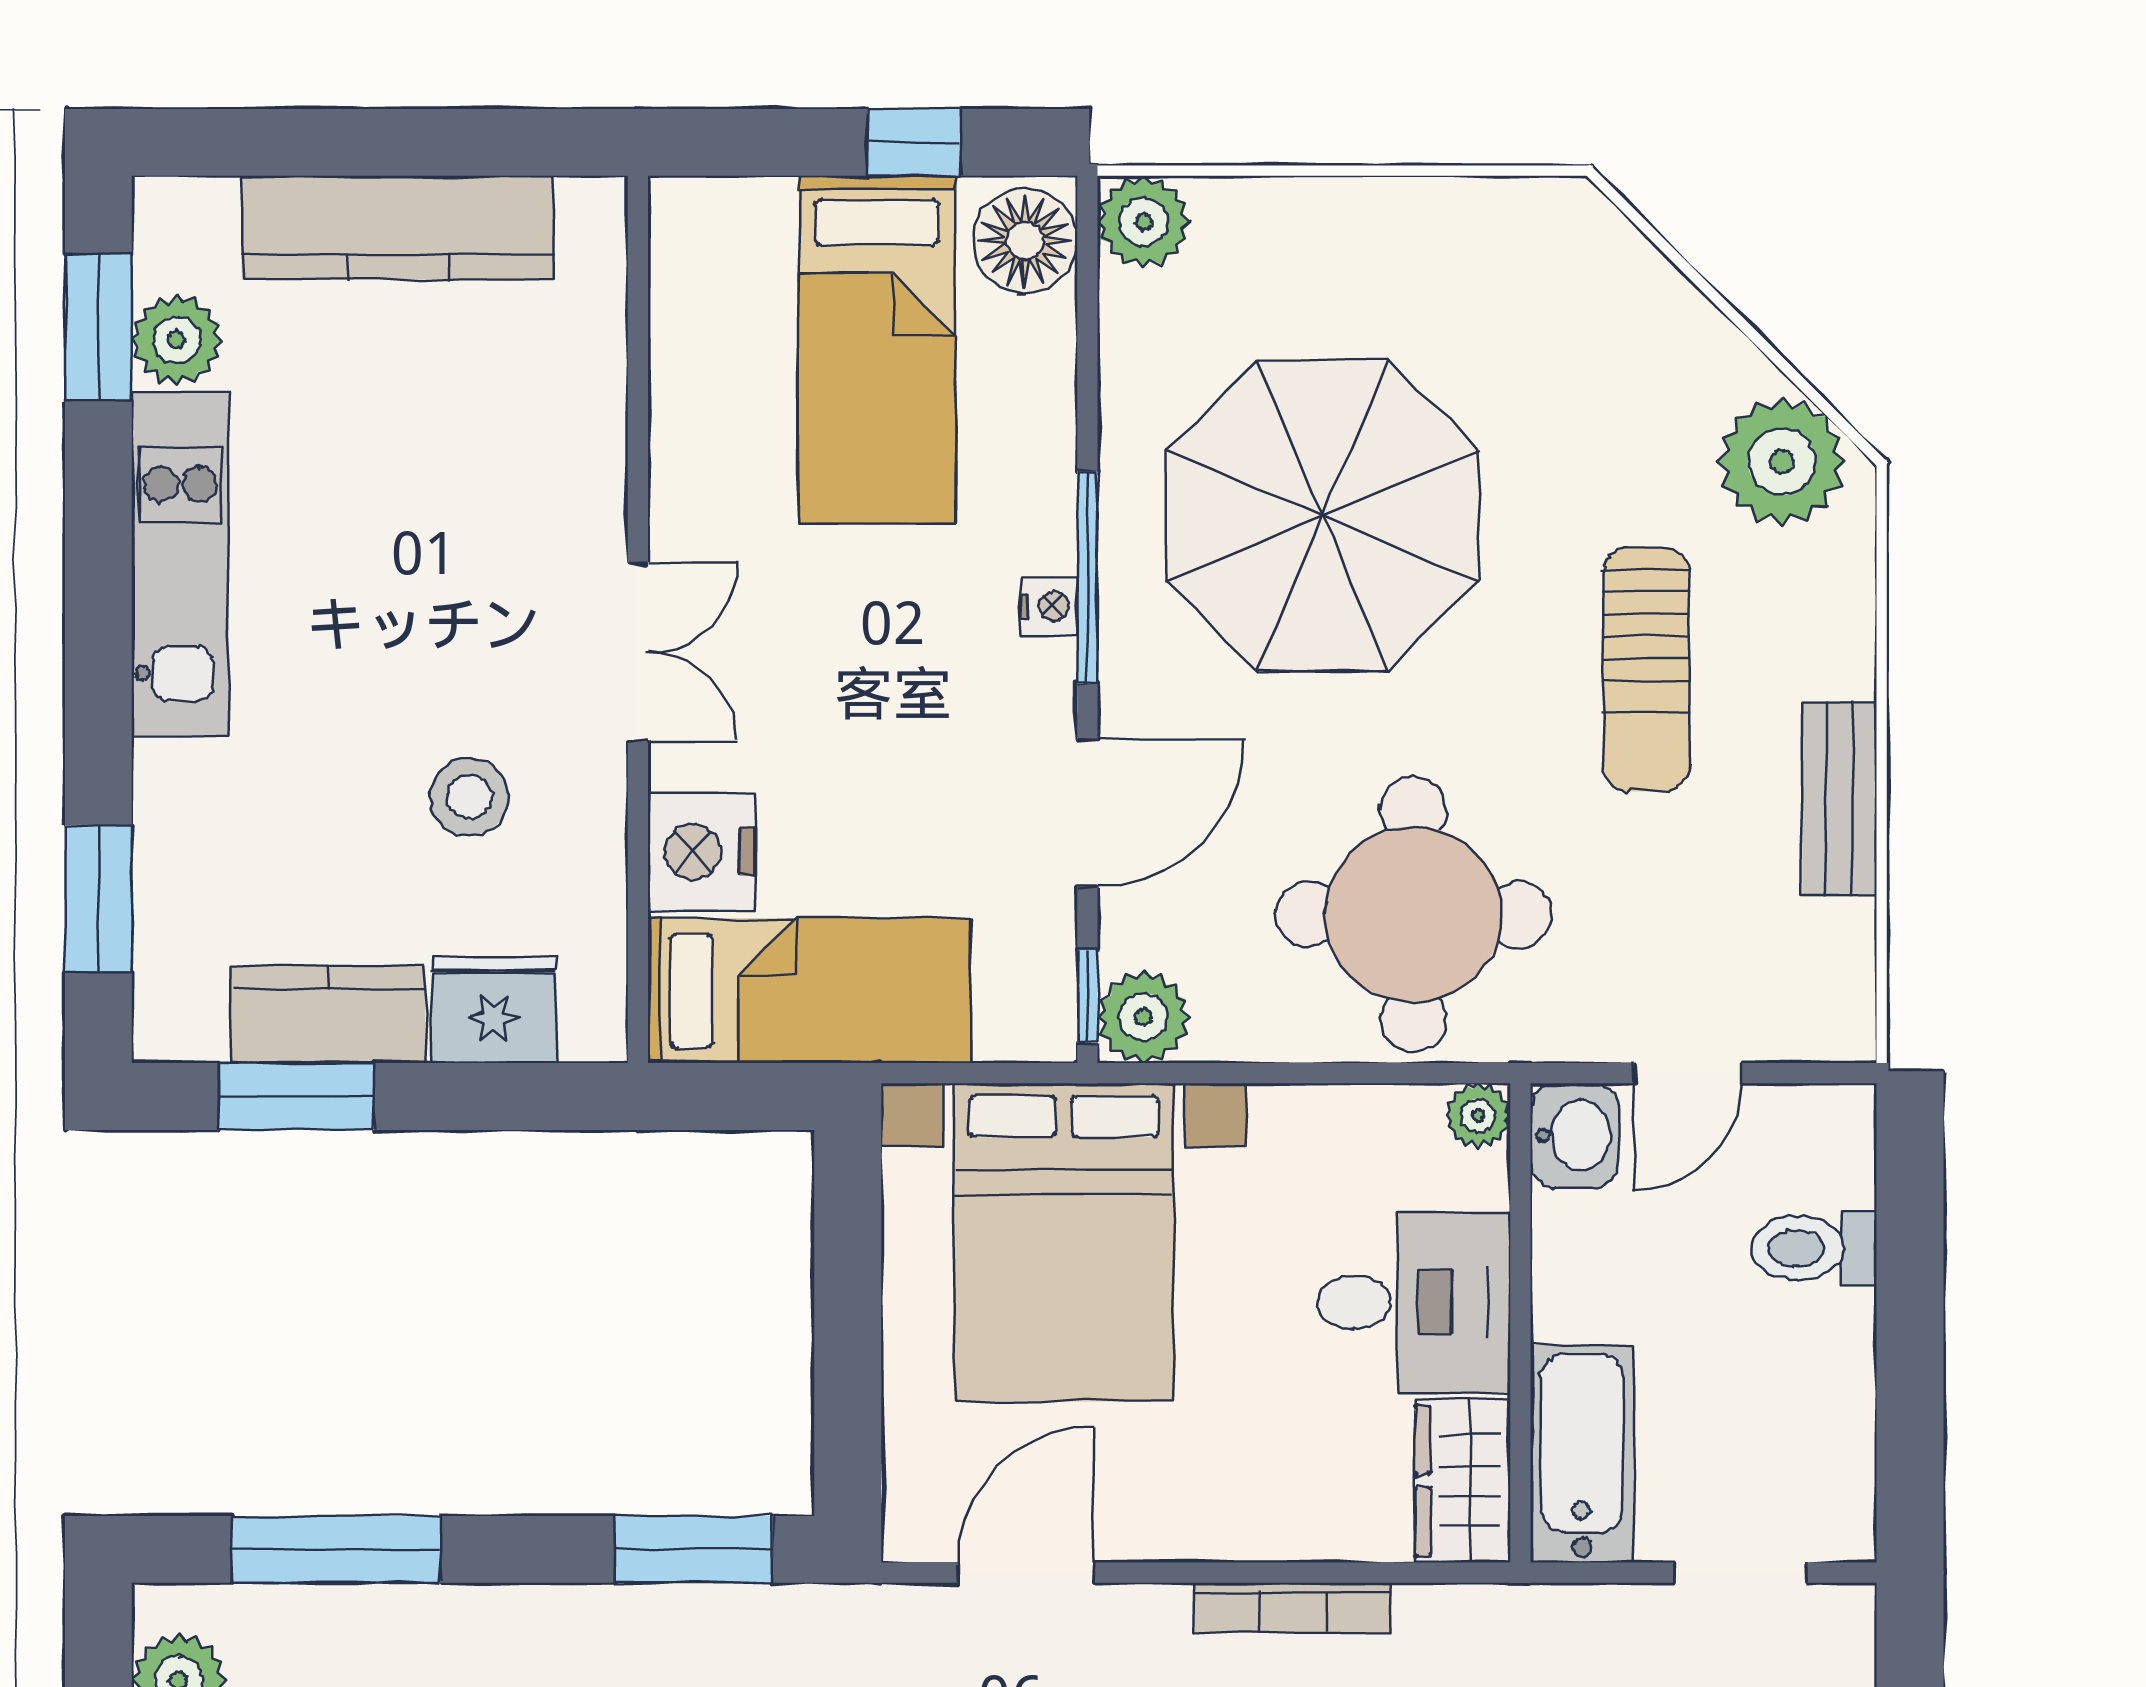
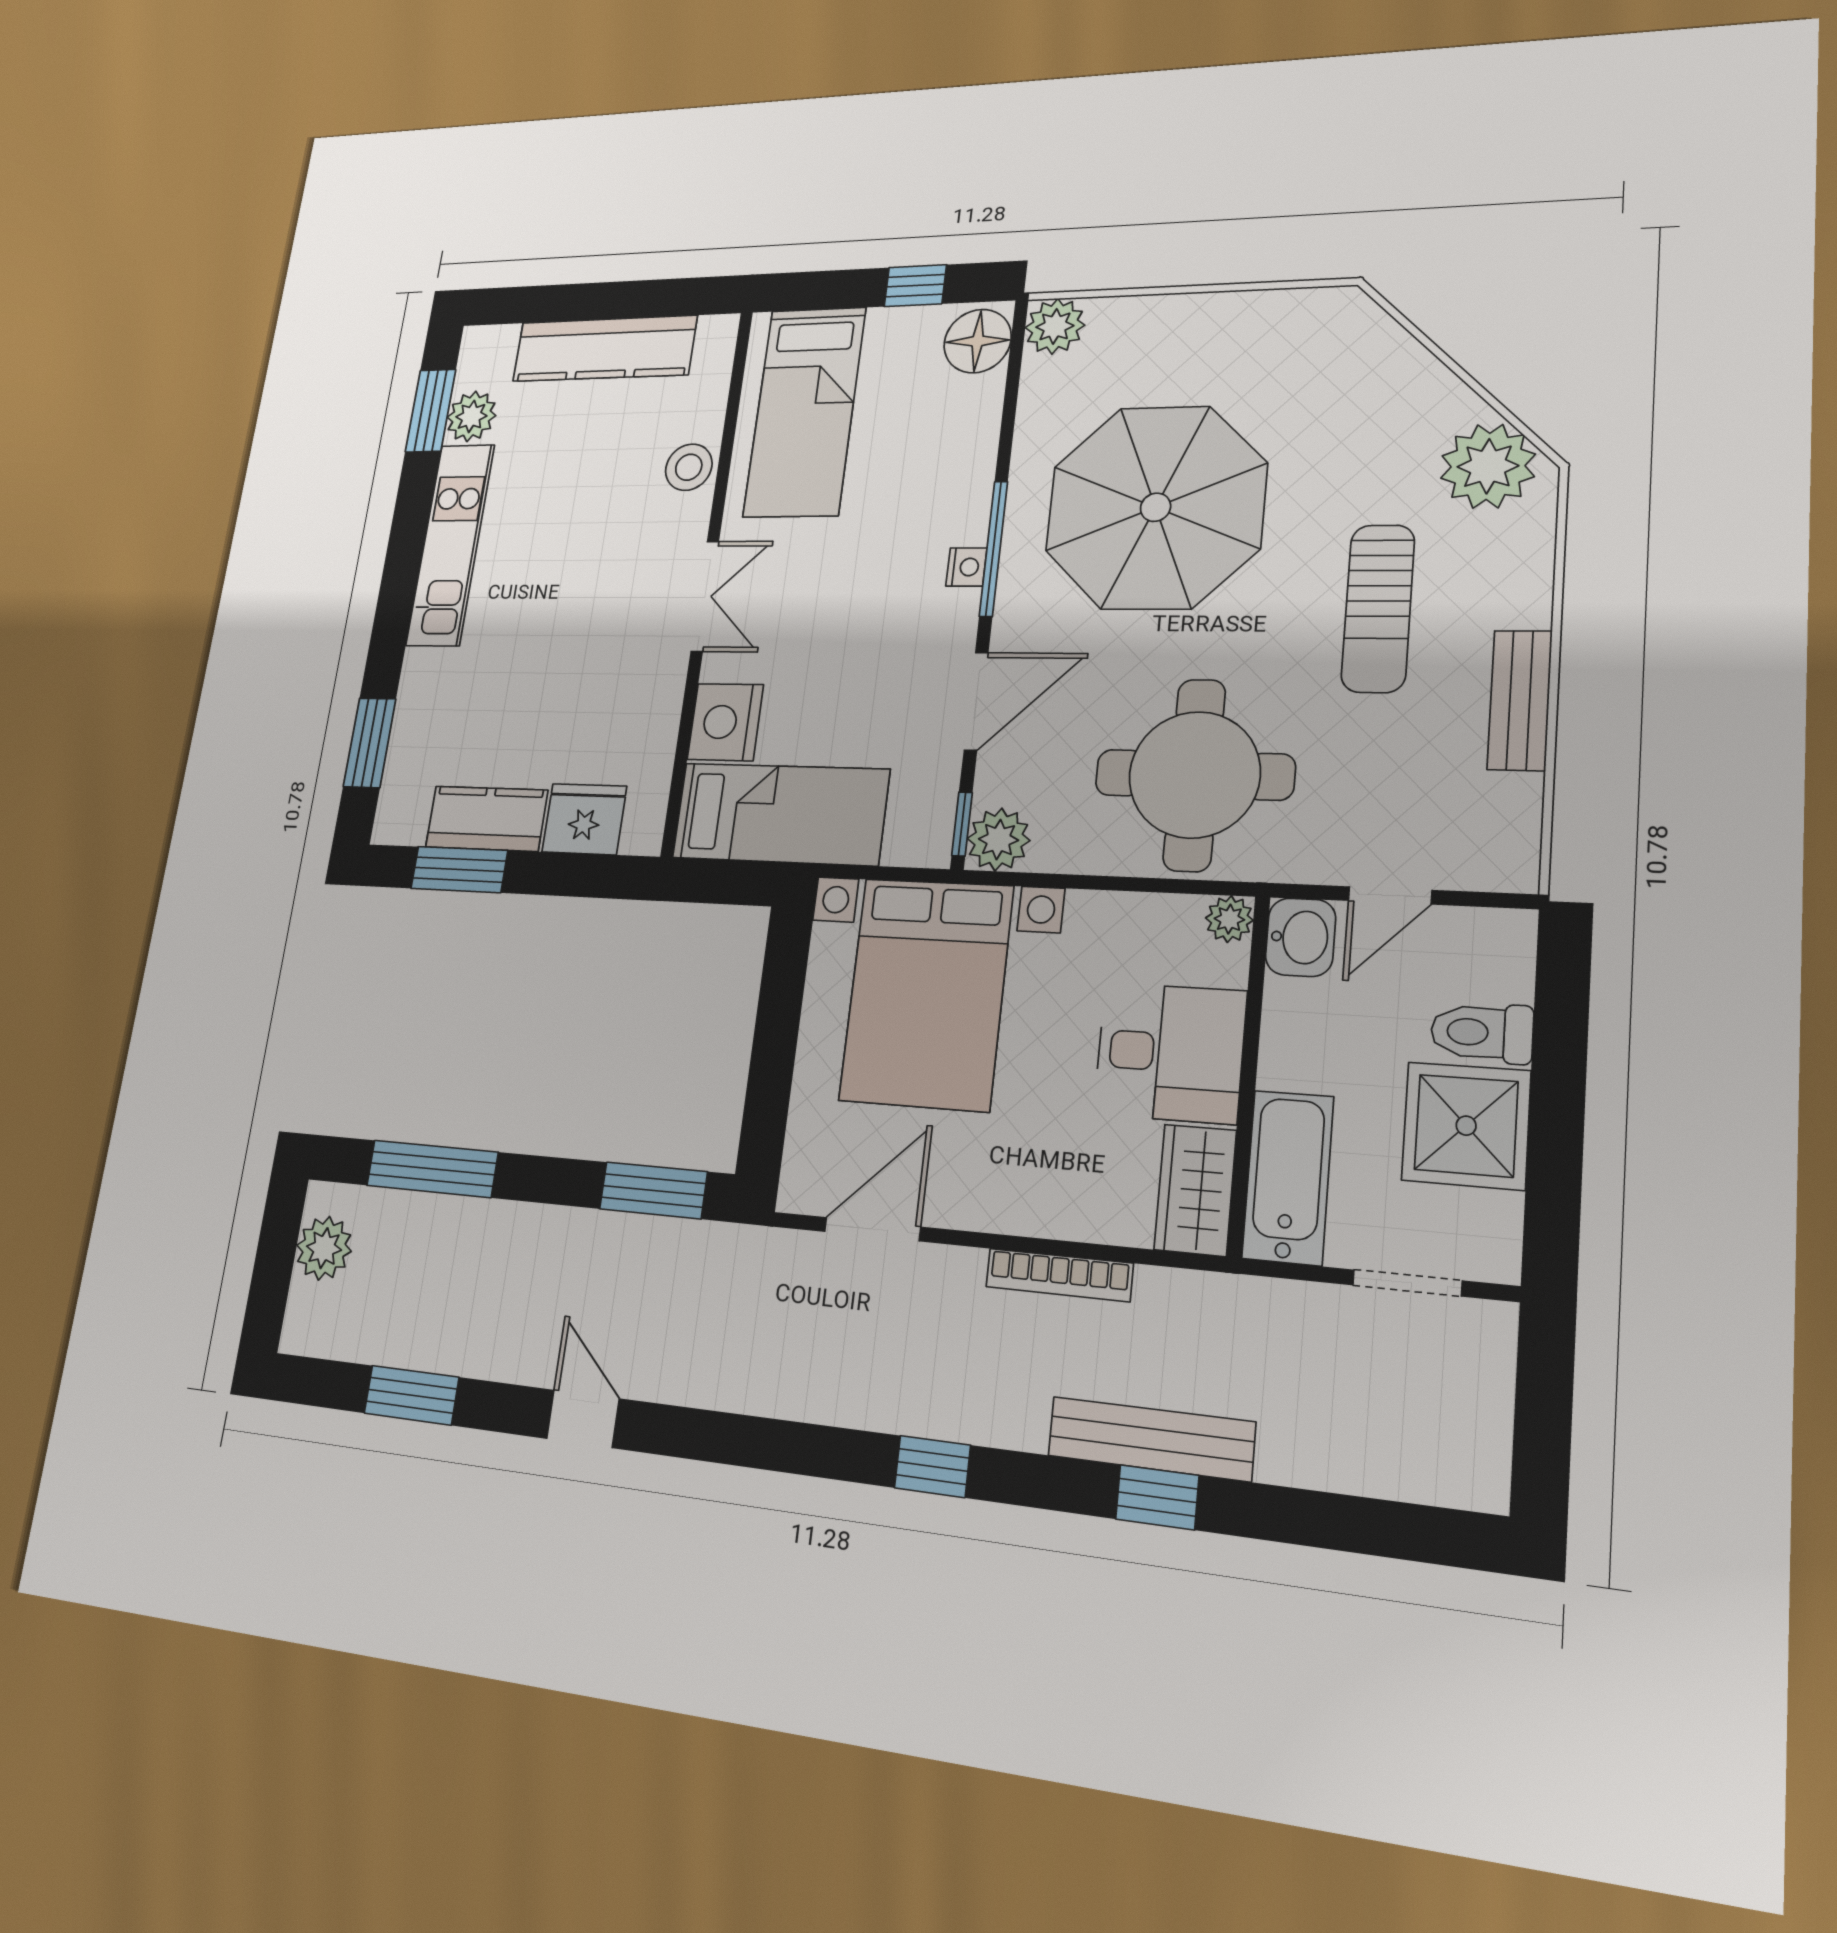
bed: (877, 349) -> (805, 412), moved
stool: (469, 797) -> (689, 467), moved
shower: (1801, 1369) -> (1466, 1126), added

